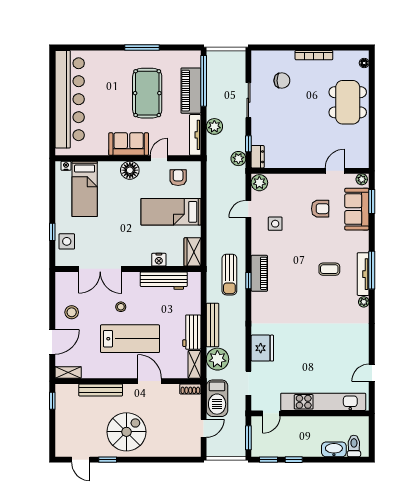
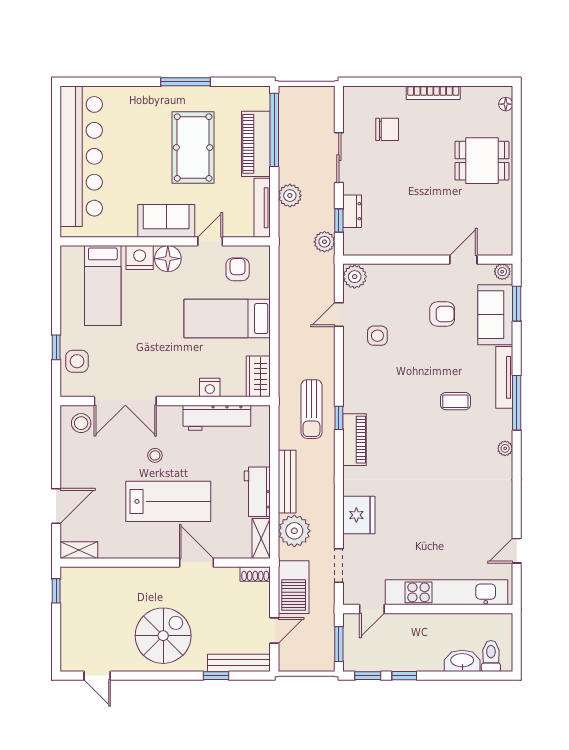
dining table: (348, 102) -> (482, 161), width x0.73
dresser: (258, 157) -> (352, 211), moved
nightstand: (66, 166) -> (140, 257), moved, width x1.89, depth x1.79
piano: (259, 273) -> (355, 440), moved
tv unit: (363, 274) -> (504, 377), moved
stool: (72, 312) -> (81, 423), moved
bench: (101, 390) -> (239, 663), moved
window: (108, 460) -> (216, 676), moved

